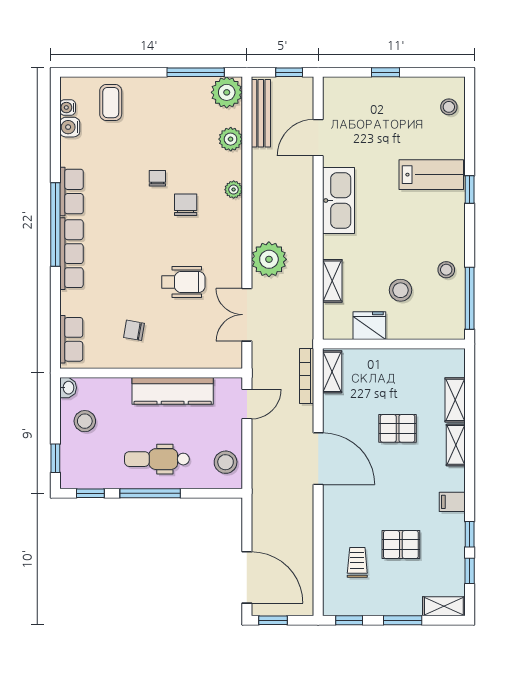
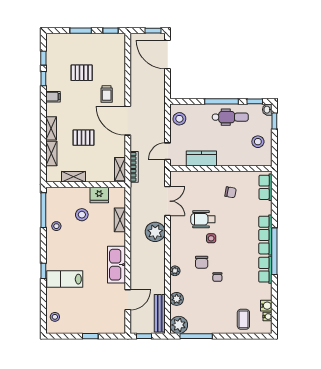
side table: (169, 248) -> (211, 238), added
washbasin: (68, 388) -> (267, 110), moved
kitchen counter: (173, 391) -> (201, 158), width x0.67
dental chair: (157, 459) -> (230, 117), moved
trolley: (357, 562) -> (107, 94), moved
shelving: (444, 606) -> (74, 177), moved

